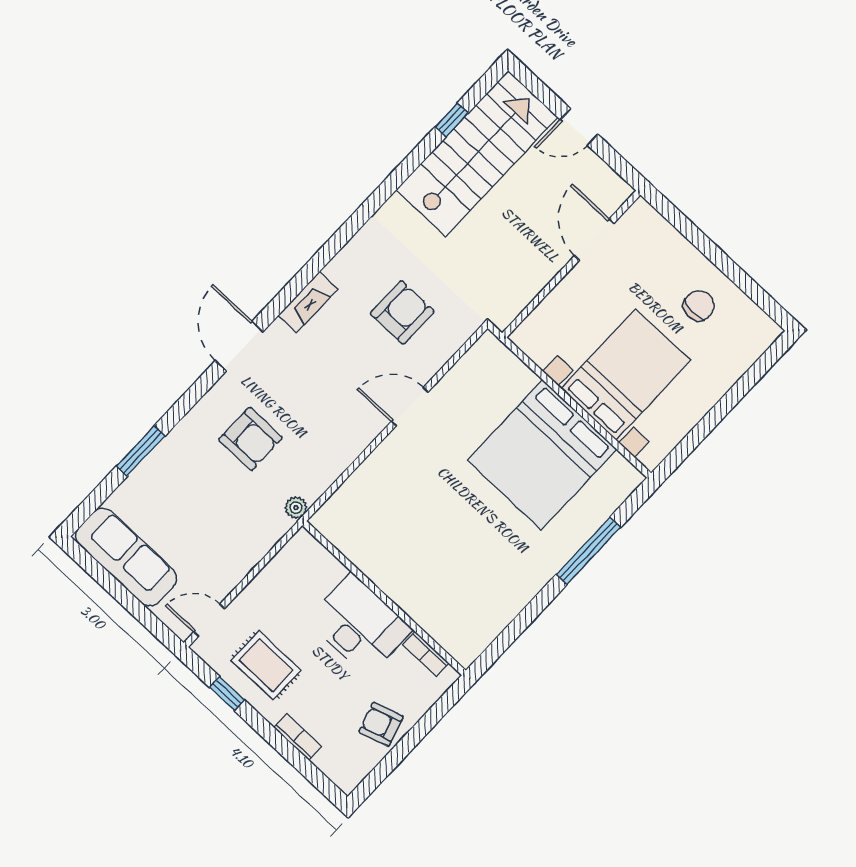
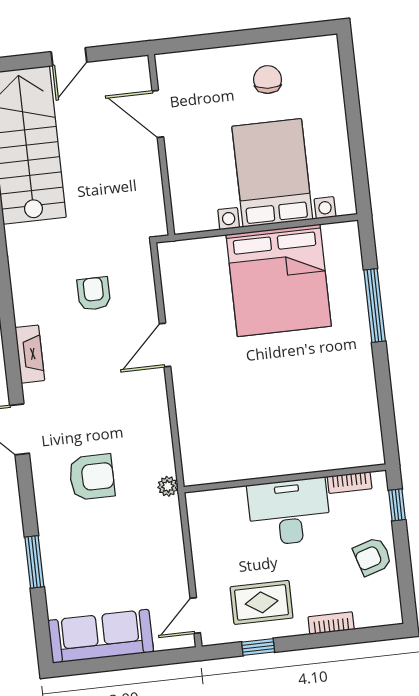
armchair: (402, 312) -> (94, 294), width x0.72, depth x0.72
window: (441, 708) -> (397, 505), added

